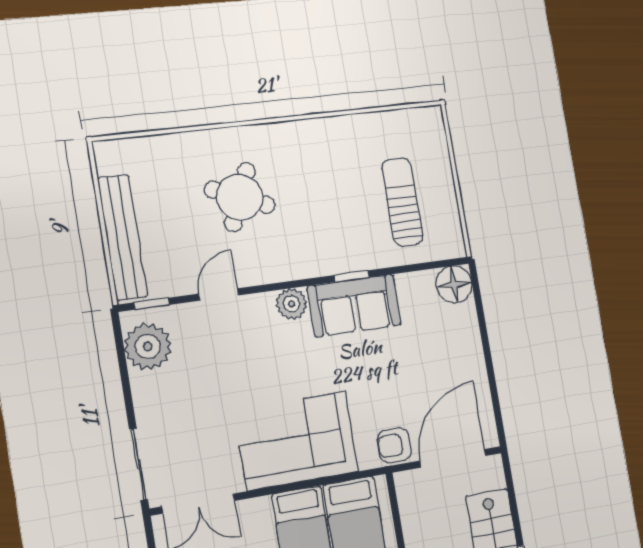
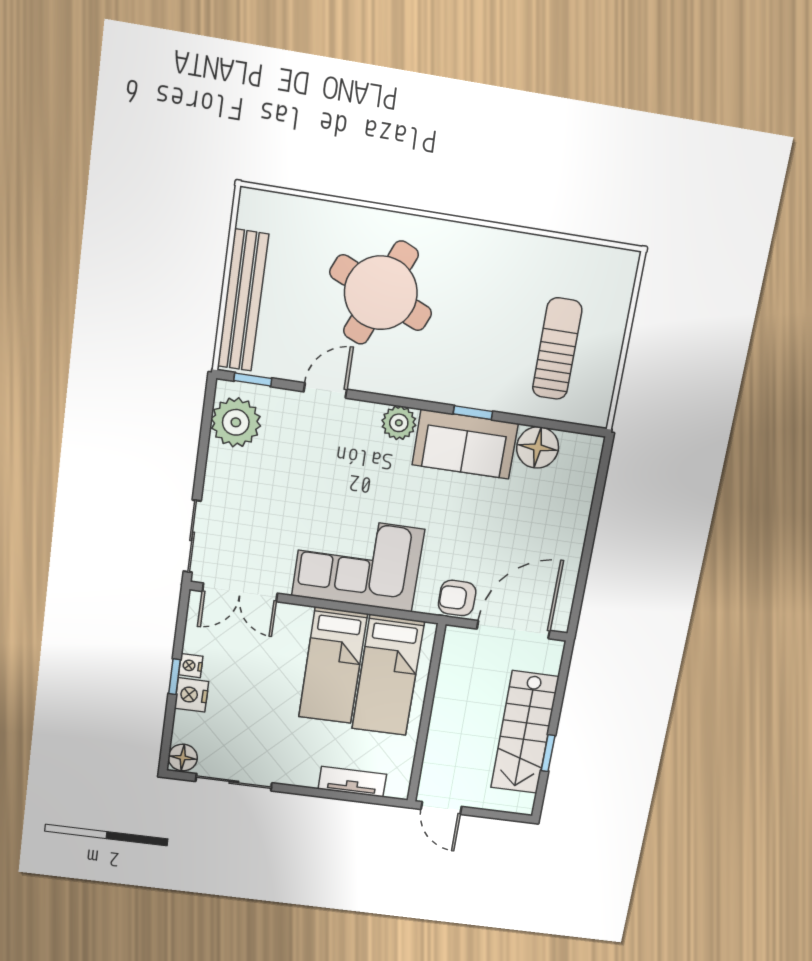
round table: (240, 197) -> (381, 293), width x1.36, depth x1.36
floor lamp: (454, 284) -> (538, 447), moved

